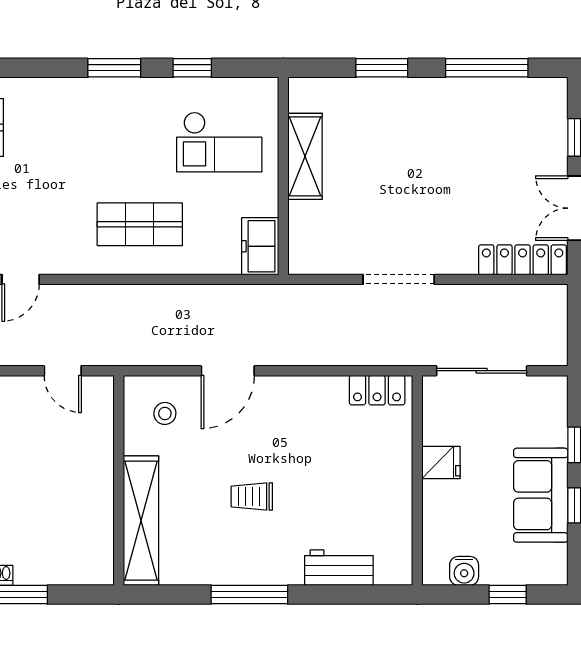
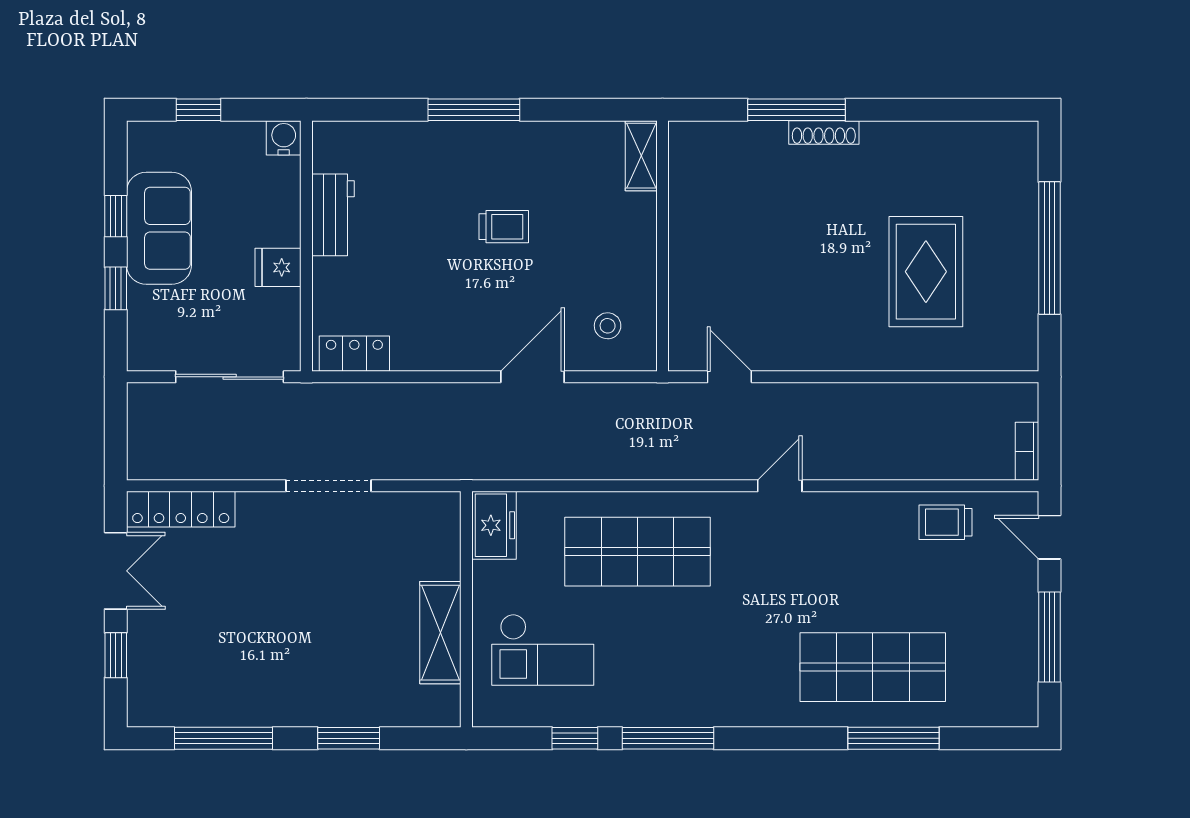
window: (114, 68) -> (668, 738), width x1.44
checkout: (219, 142) -> (543, 650), turned 180
shop shelf: (140, 224) -> (638, 552), width x1.43, depth x1.36
shelving: (141, 521) -> (641, 156), width x0.45, depth x0.75
workbench: (339, 568) -> (333, 215), moved, turned -90
water cooler: (464, 571) -> (284, 138), moved
window: (249, 595) -> (474, 110), moved

